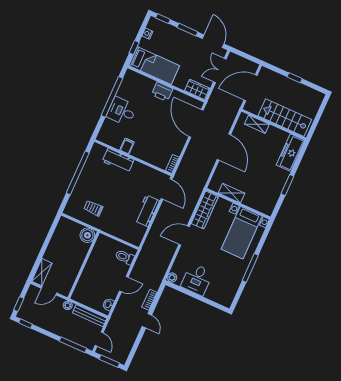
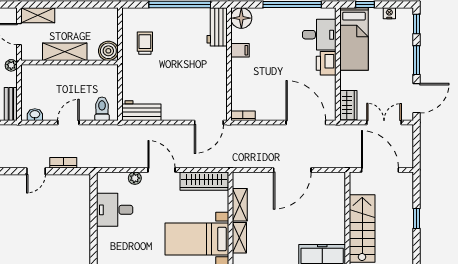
desk: (122, 111) -> (319, 35), moved, turned 90
door: (196, 123) -> (306, 123), hinge flipped
shelving: (257, 124) -> (239, 238), moved
floor lamp: (106, 135) -> (241, 18), added
workbench: (118, 161) -> (217, 27), moved
workbench: (147, 211) -> (141, 111), moved
shelving: (75, 265) -> (65, 52), added
plant: (172, 278) -> (135, 178), moved
door: (124, 284) -> (68, 123), swing flipped
bench: (90, 316) -> (11, 104), width x0.73

